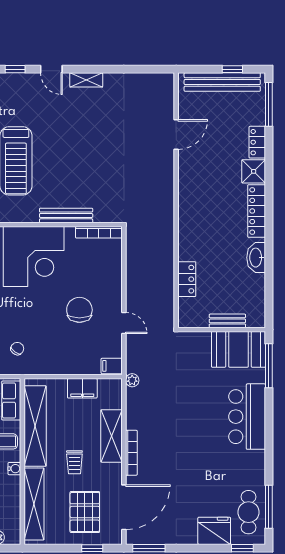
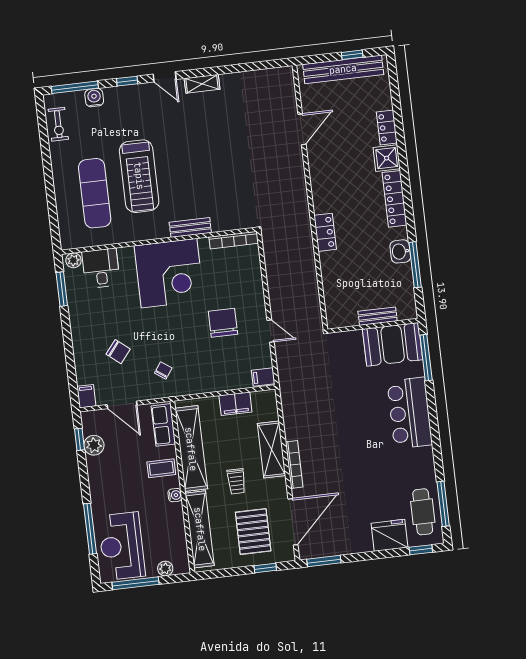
window: (269, 104) -> (415, 265), moved
bench: (66, 215) -> (190, 227), width x0.73
washbasin: (256, 258) -> (400, 251), width x0.72
locker: (187, 279) -> (325, 232), moved
plant: (132, 380) -> (286, 389), removed

